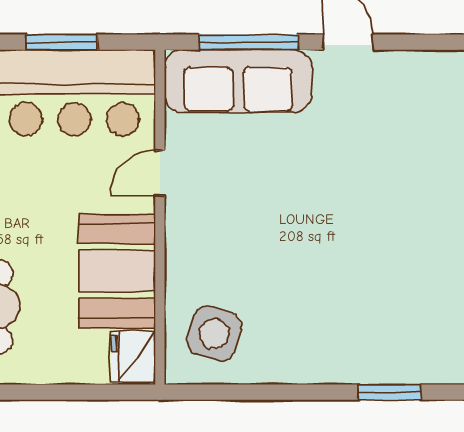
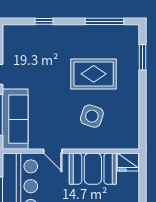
rug: (349, 273) -> (94, 74), added
side table: (214, 334) -> (92, 116), moved

